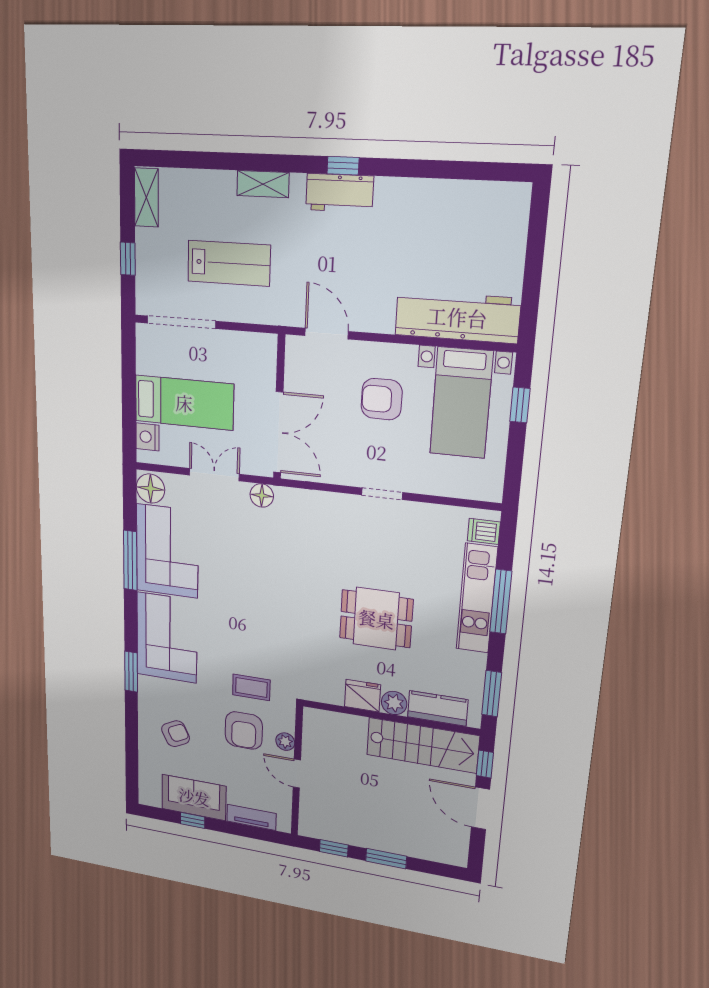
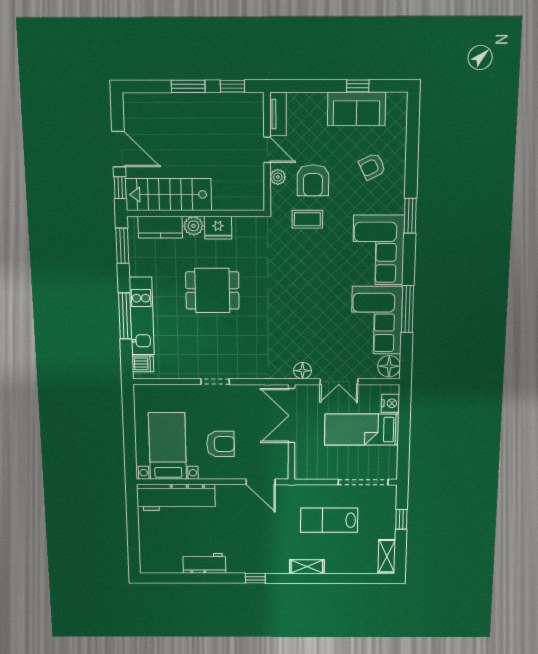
workbench: (340, 193) -> (204, 563), moved
window: (520, 405) -> (130, 448), removed
armchair: (244, 730) -> (313, 180), turned 180
tv unit: (251, 817) -> (278, 114), moved, turned -90

